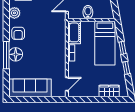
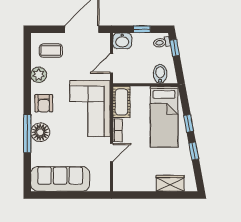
bidet: (88, 12) -> (160, 74), moved
corner sofa: (51, 37) -> (90, 109), added
door: (67, 84) -> (111, 152), moved

